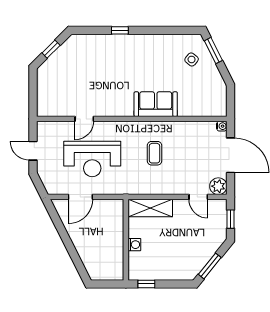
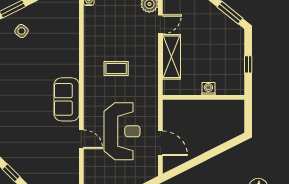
sofa: (156, 104) -> (67, 99), moved
shelving: (150, 208) -> (172, 57), moved
window: (146, 284) -> (248, 64), moved

